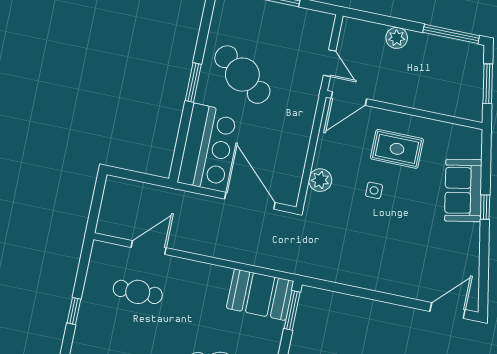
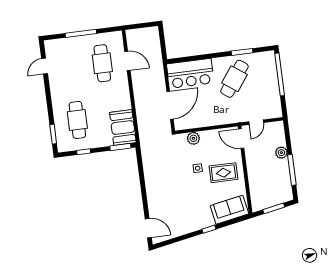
window: (451, 34) -> (292, 170), moved
window: (193, 82) -> (242, 52), moved
rug: (397, 149) -> (223, 173), turned 90
sofa: (463, 190) -> (229, 210), moved
cafe table: (138, 292) -> (102, 63), width x1.37, depth x1.35
window: (74, 311) -> (81, 33), width x2.17

